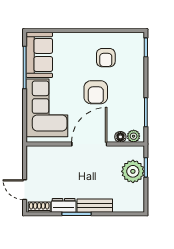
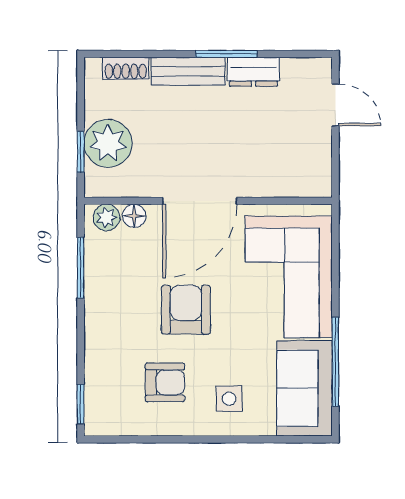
side table: (75, 50) -> (229, 399), added
armchair: (106, 58) -> (165, 382), turned 90
shoe rack: (39, 207) -> (126, 68), moved

